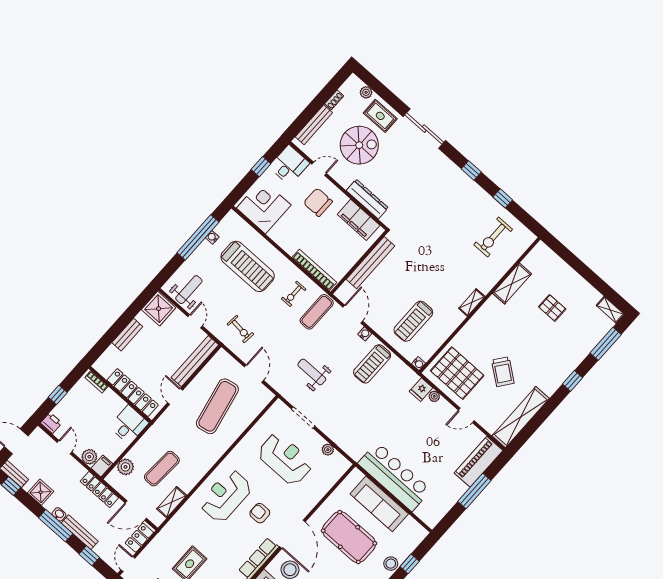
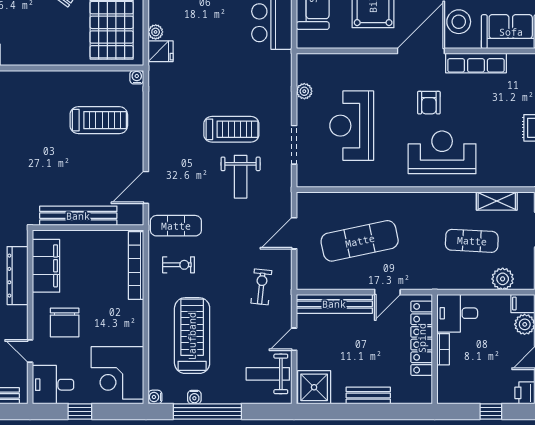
shelving: (472, 302) -> (28, 78), removed
water cooler: (365, 334) -> (155, 397), moved
treadmill: (372, 364) -> (231, 129), moved
bookcase: (97, 382) -> (443, 349), moved
reception desk: (226, 496) -> (442, 152), turned 180

